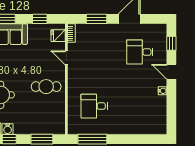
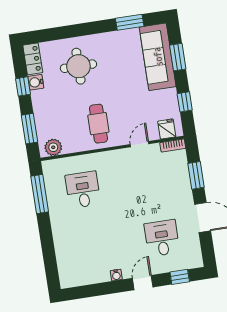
plant: (59, 123) -> (53, 147), added

